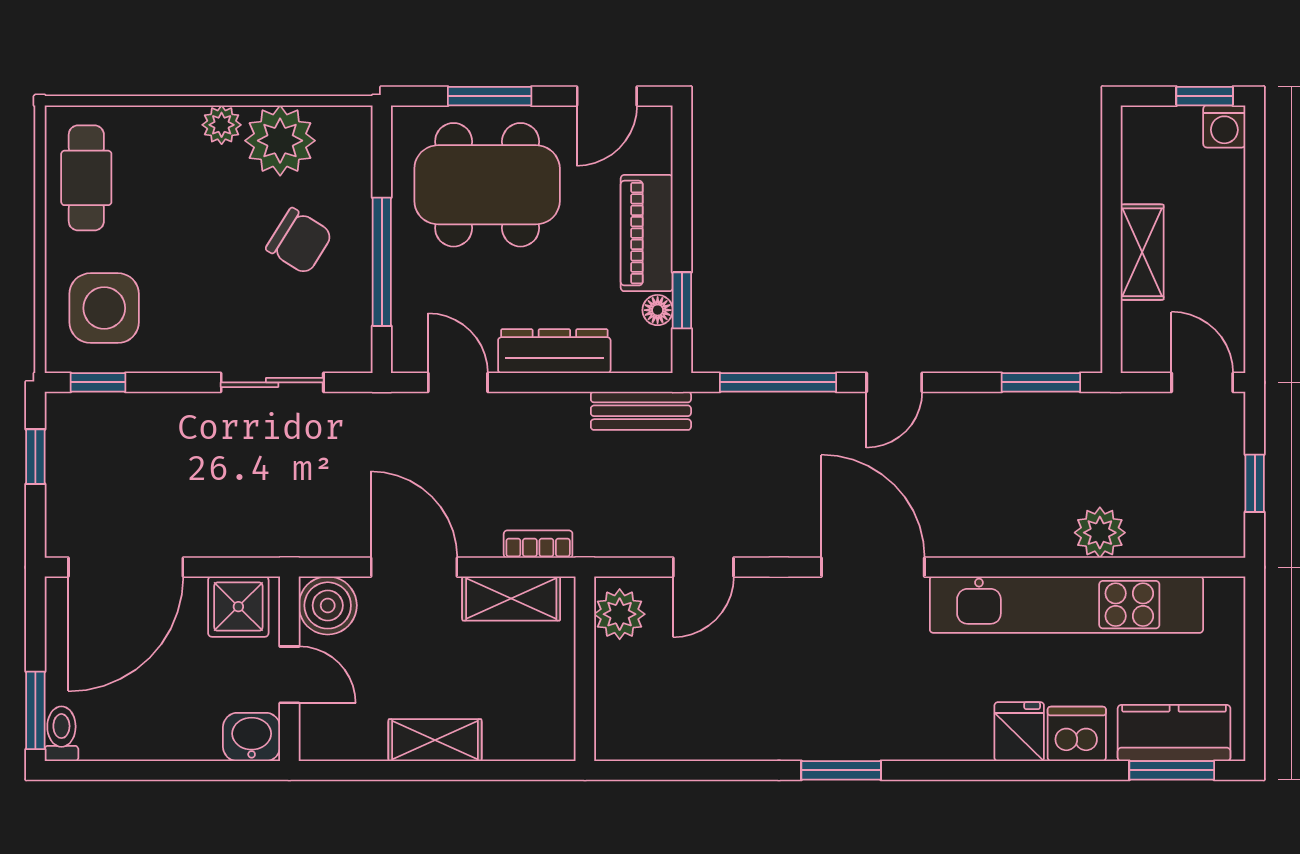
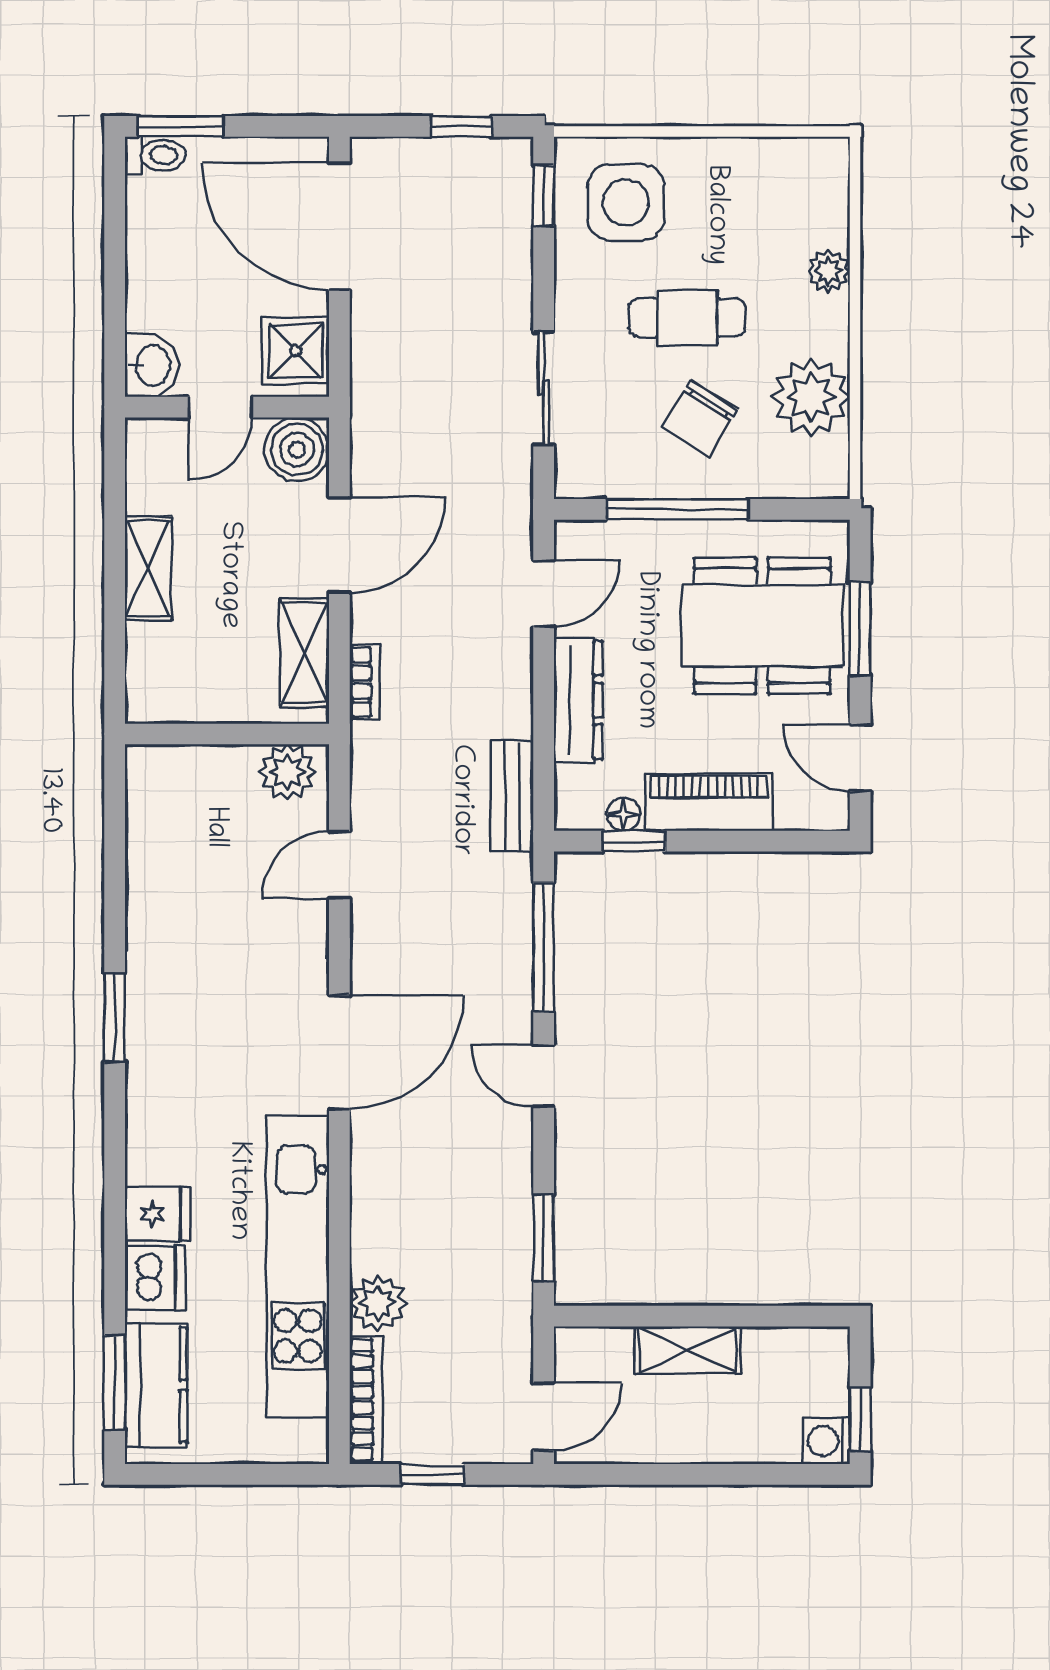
plant: (222, 125) -> (828, 271), moved
cafe table: (86, 178) -> (687, 318), moved
dining table: (487, 185) -> (762, 626), turned 90
bookcase: (1187, 543) -> (366, 1400), added
door: (703, 567) -> (339, 865), hinge flipped

